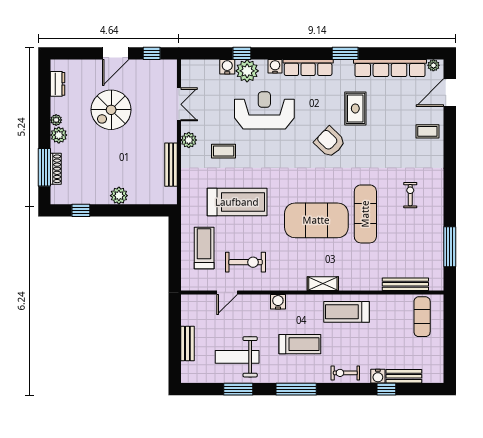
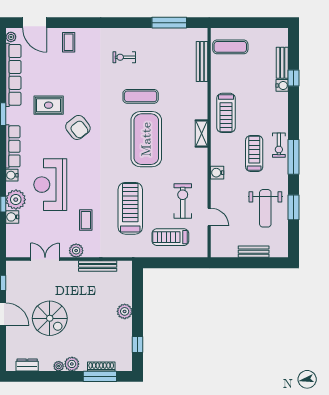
armchair: (330, 142) -> (78, 127), turned -82
exercise mat: (365, 214) -> (141, 96), width x0.73, depth x0.69
exercise bike: (345, 373) -> (279, 145), moved

